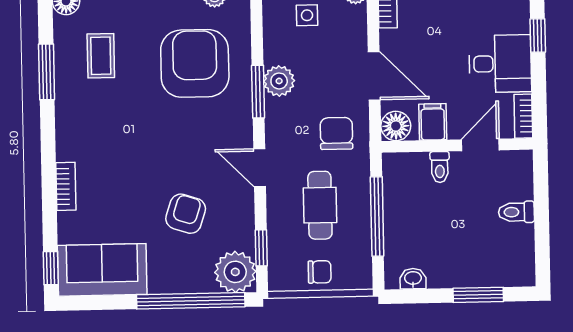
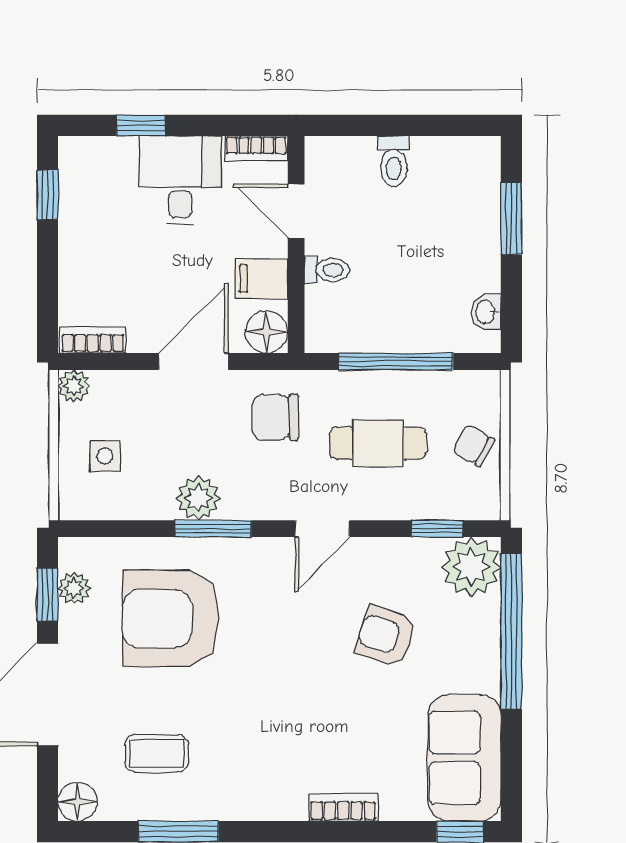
chair: (320, 272) -> (474, 446), turned -61

